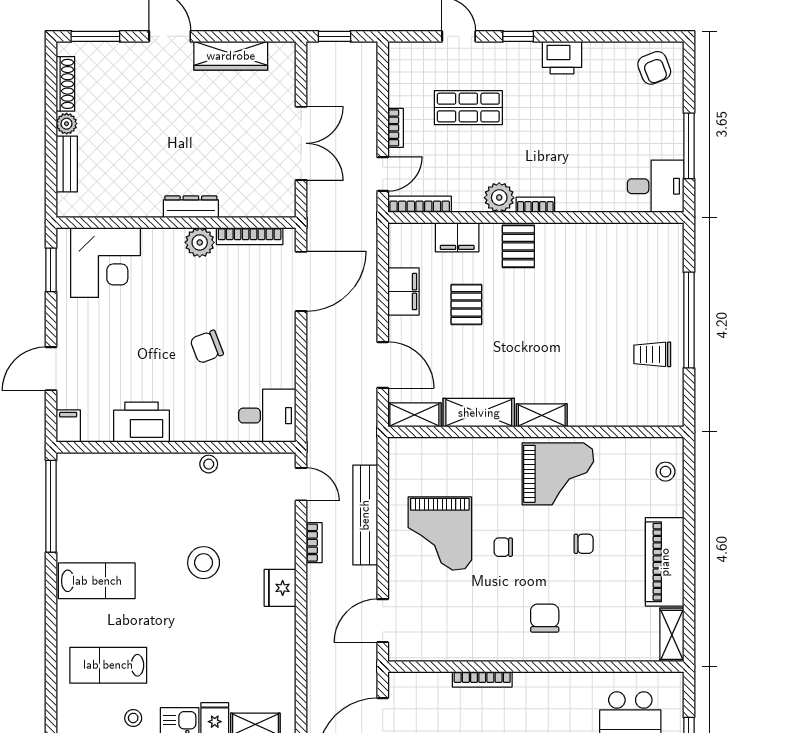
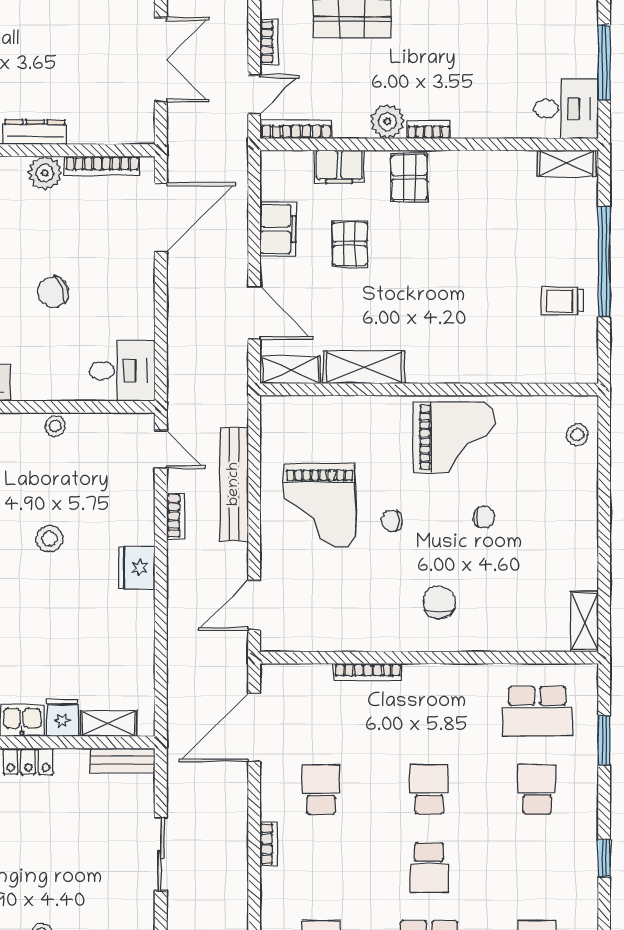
shelving: (542, 415) -> (566, 163), moved
piano: (665, 562) -> (576, 538), removed
stool: (204, 563) -> (49, 539), width x0.73, depth x0.73

